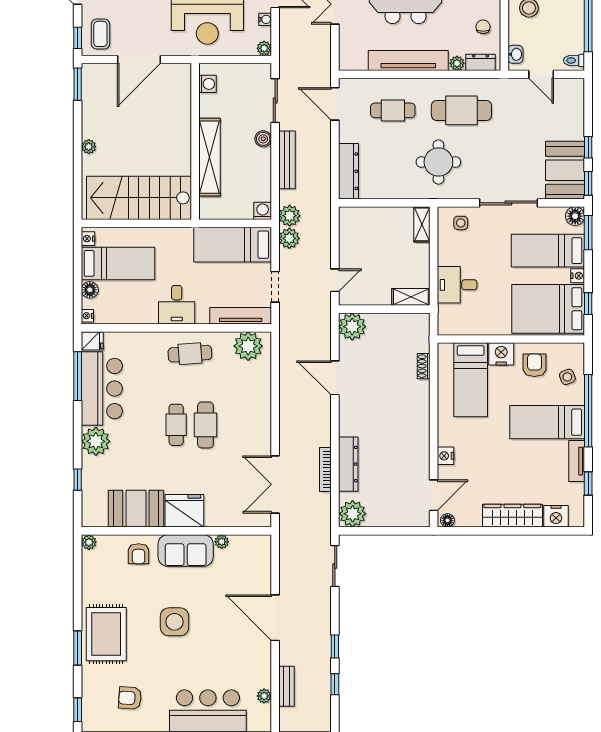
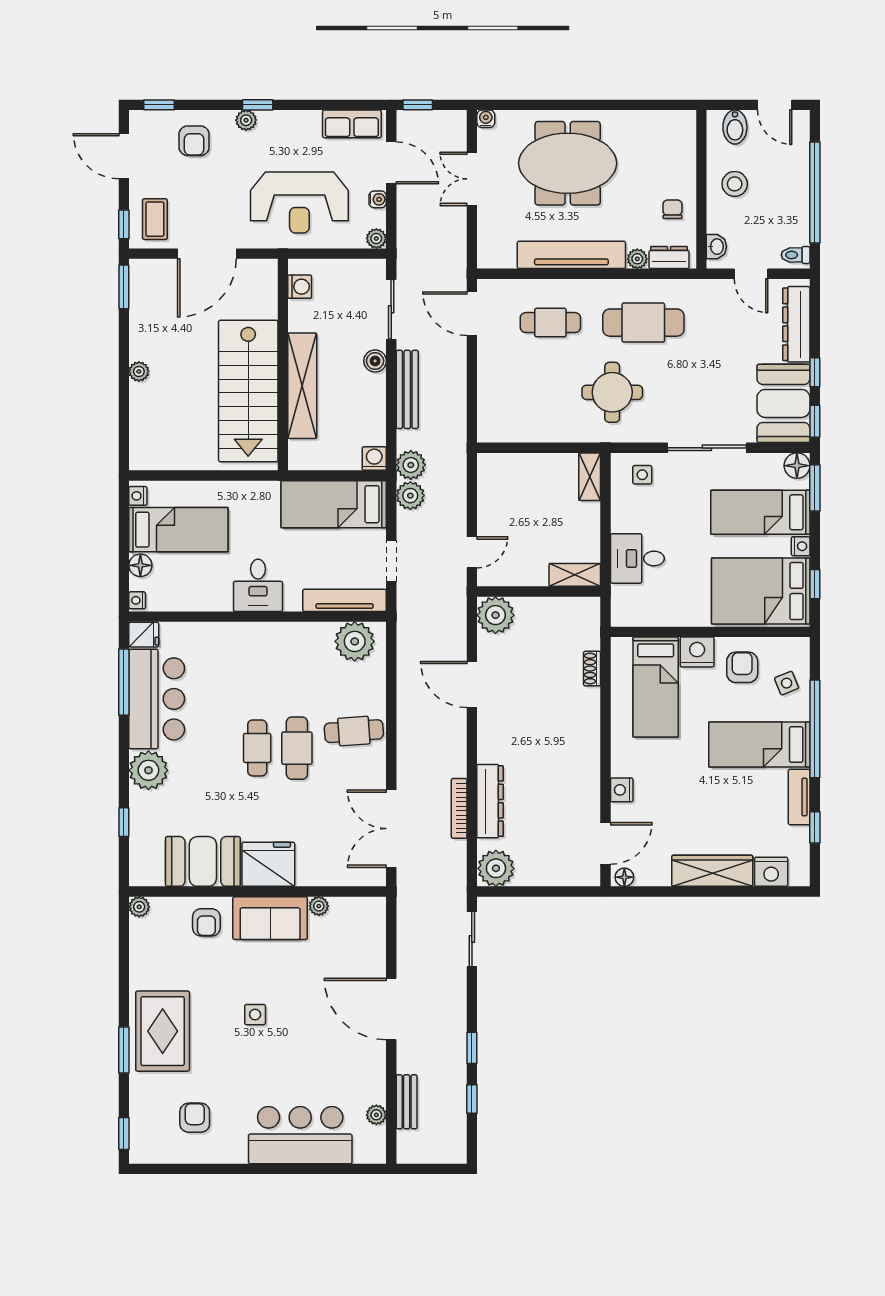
dresser: (348, 171) -> (796, 324), moved, turned 180
stairs: (139, 198) -> (248, 391), moved, turned -90
cafe table: (190, 354) -> (354, 731), moved
side table: (175, 622) -> (255, 1015), width x0.54, depth x0.54
armchair: (130, 698) -> (195, 1118), turned 86

